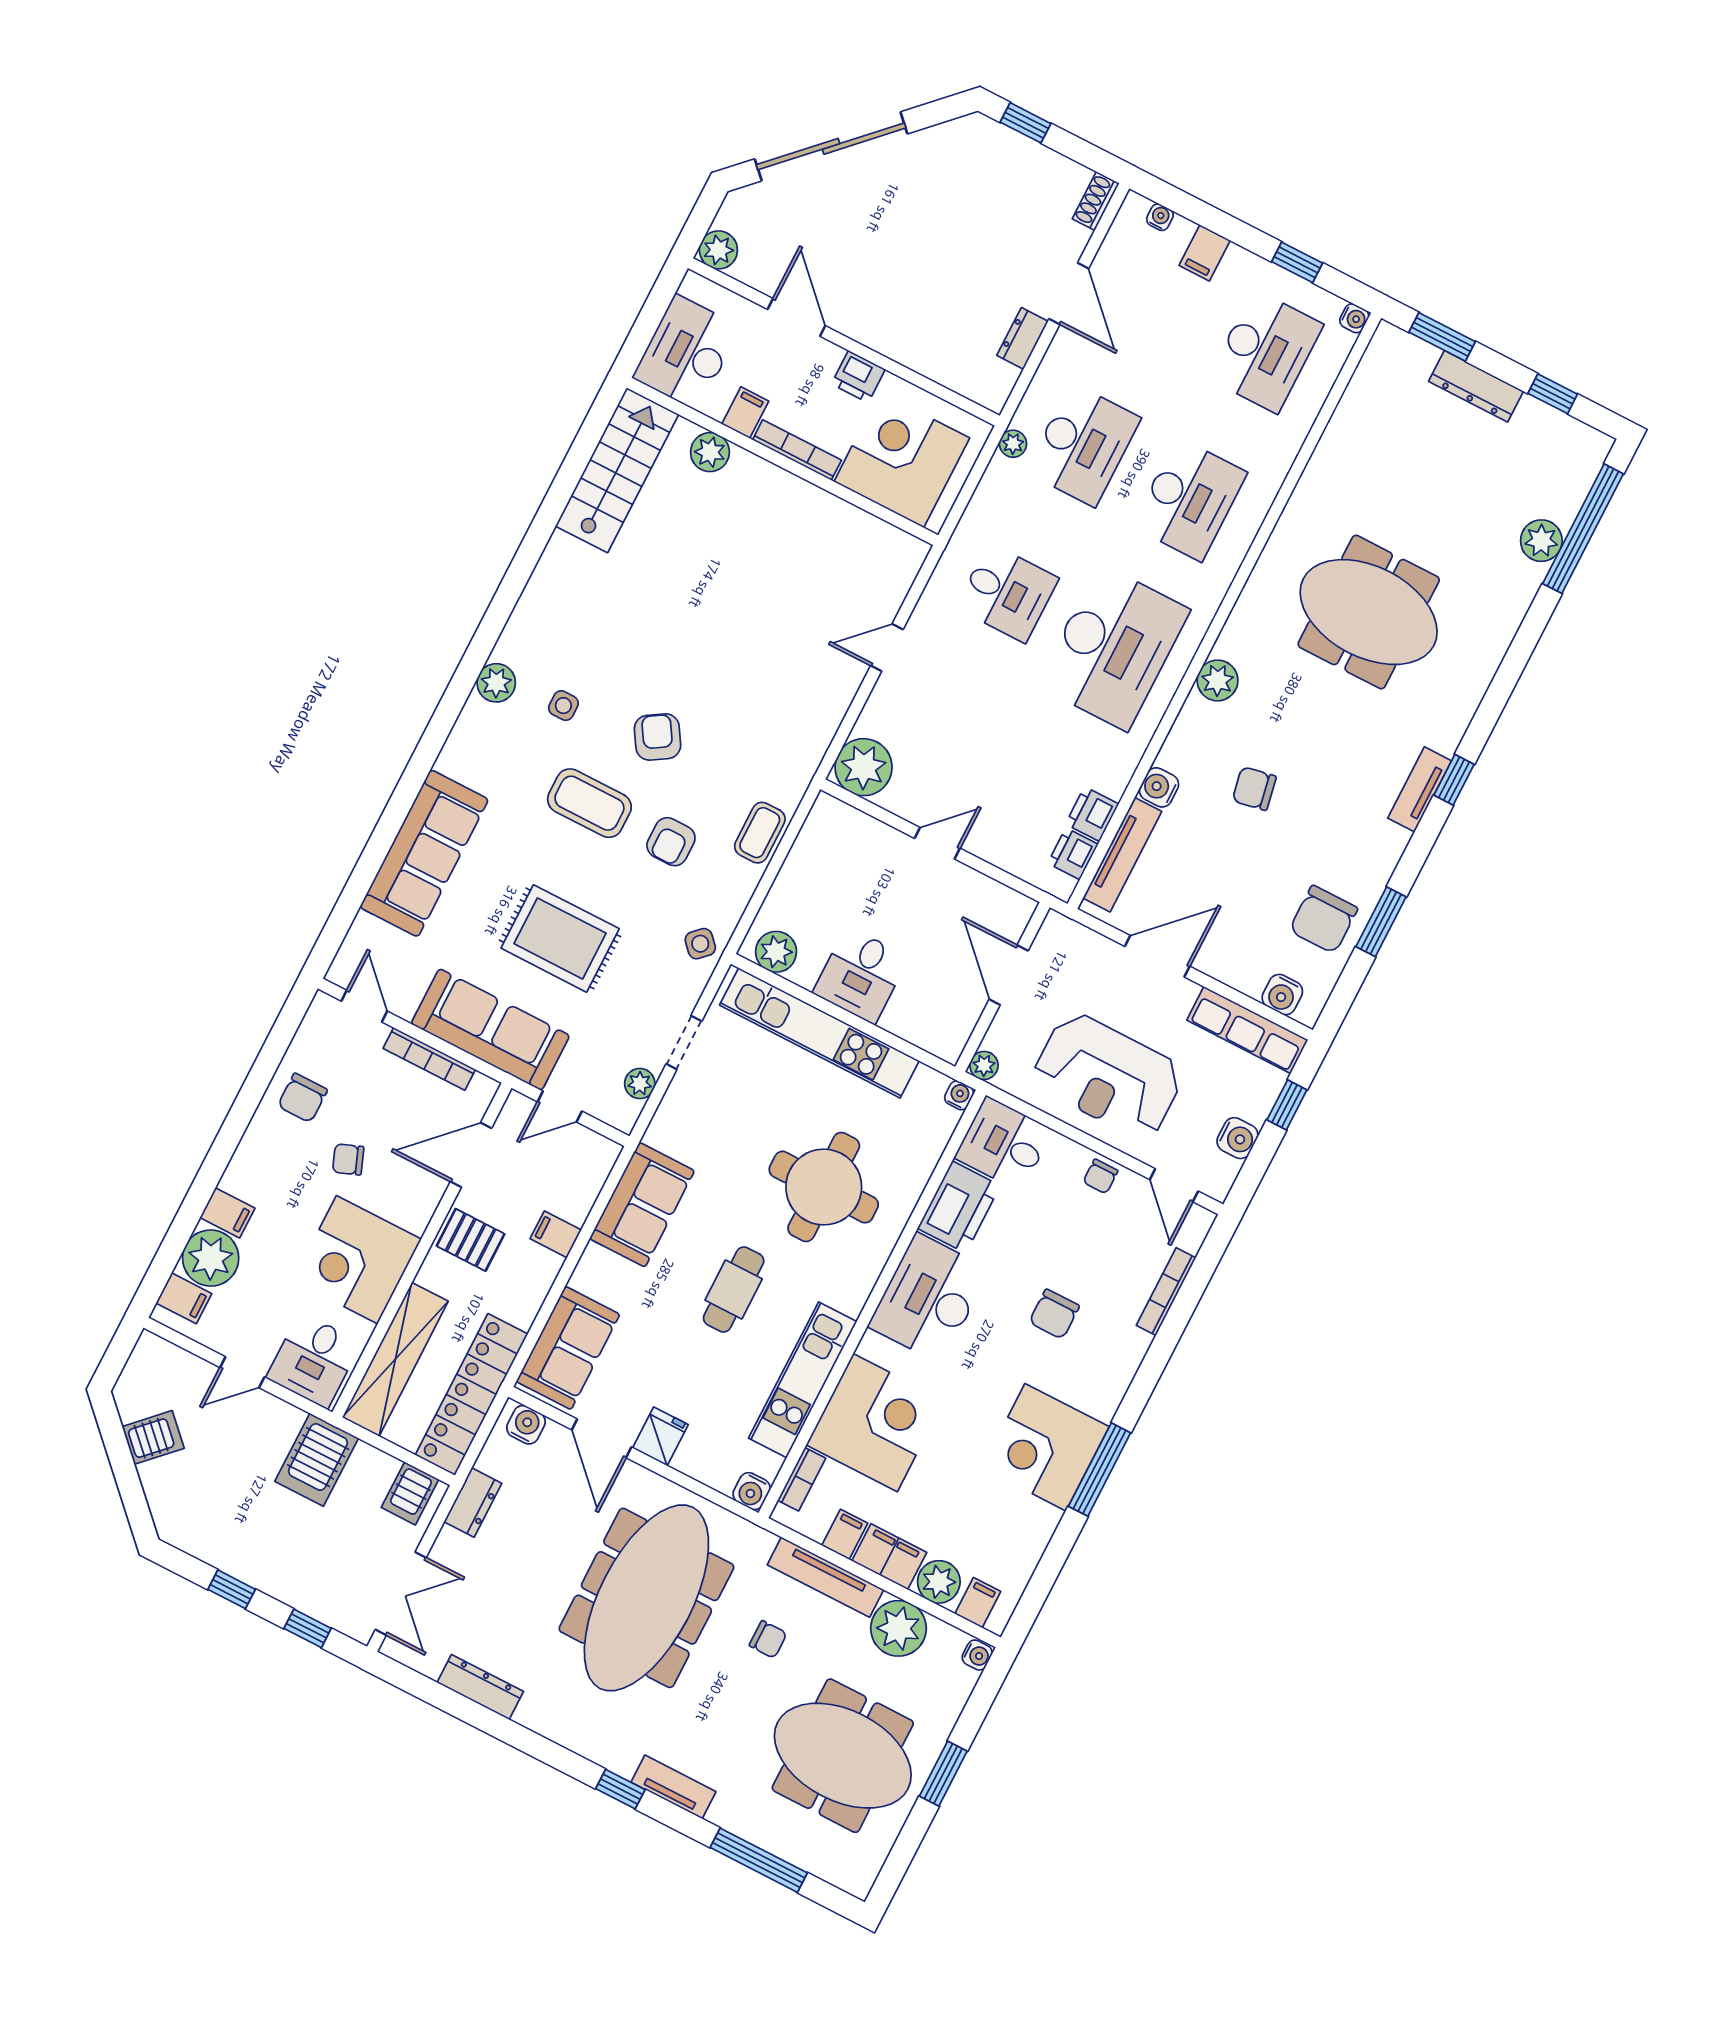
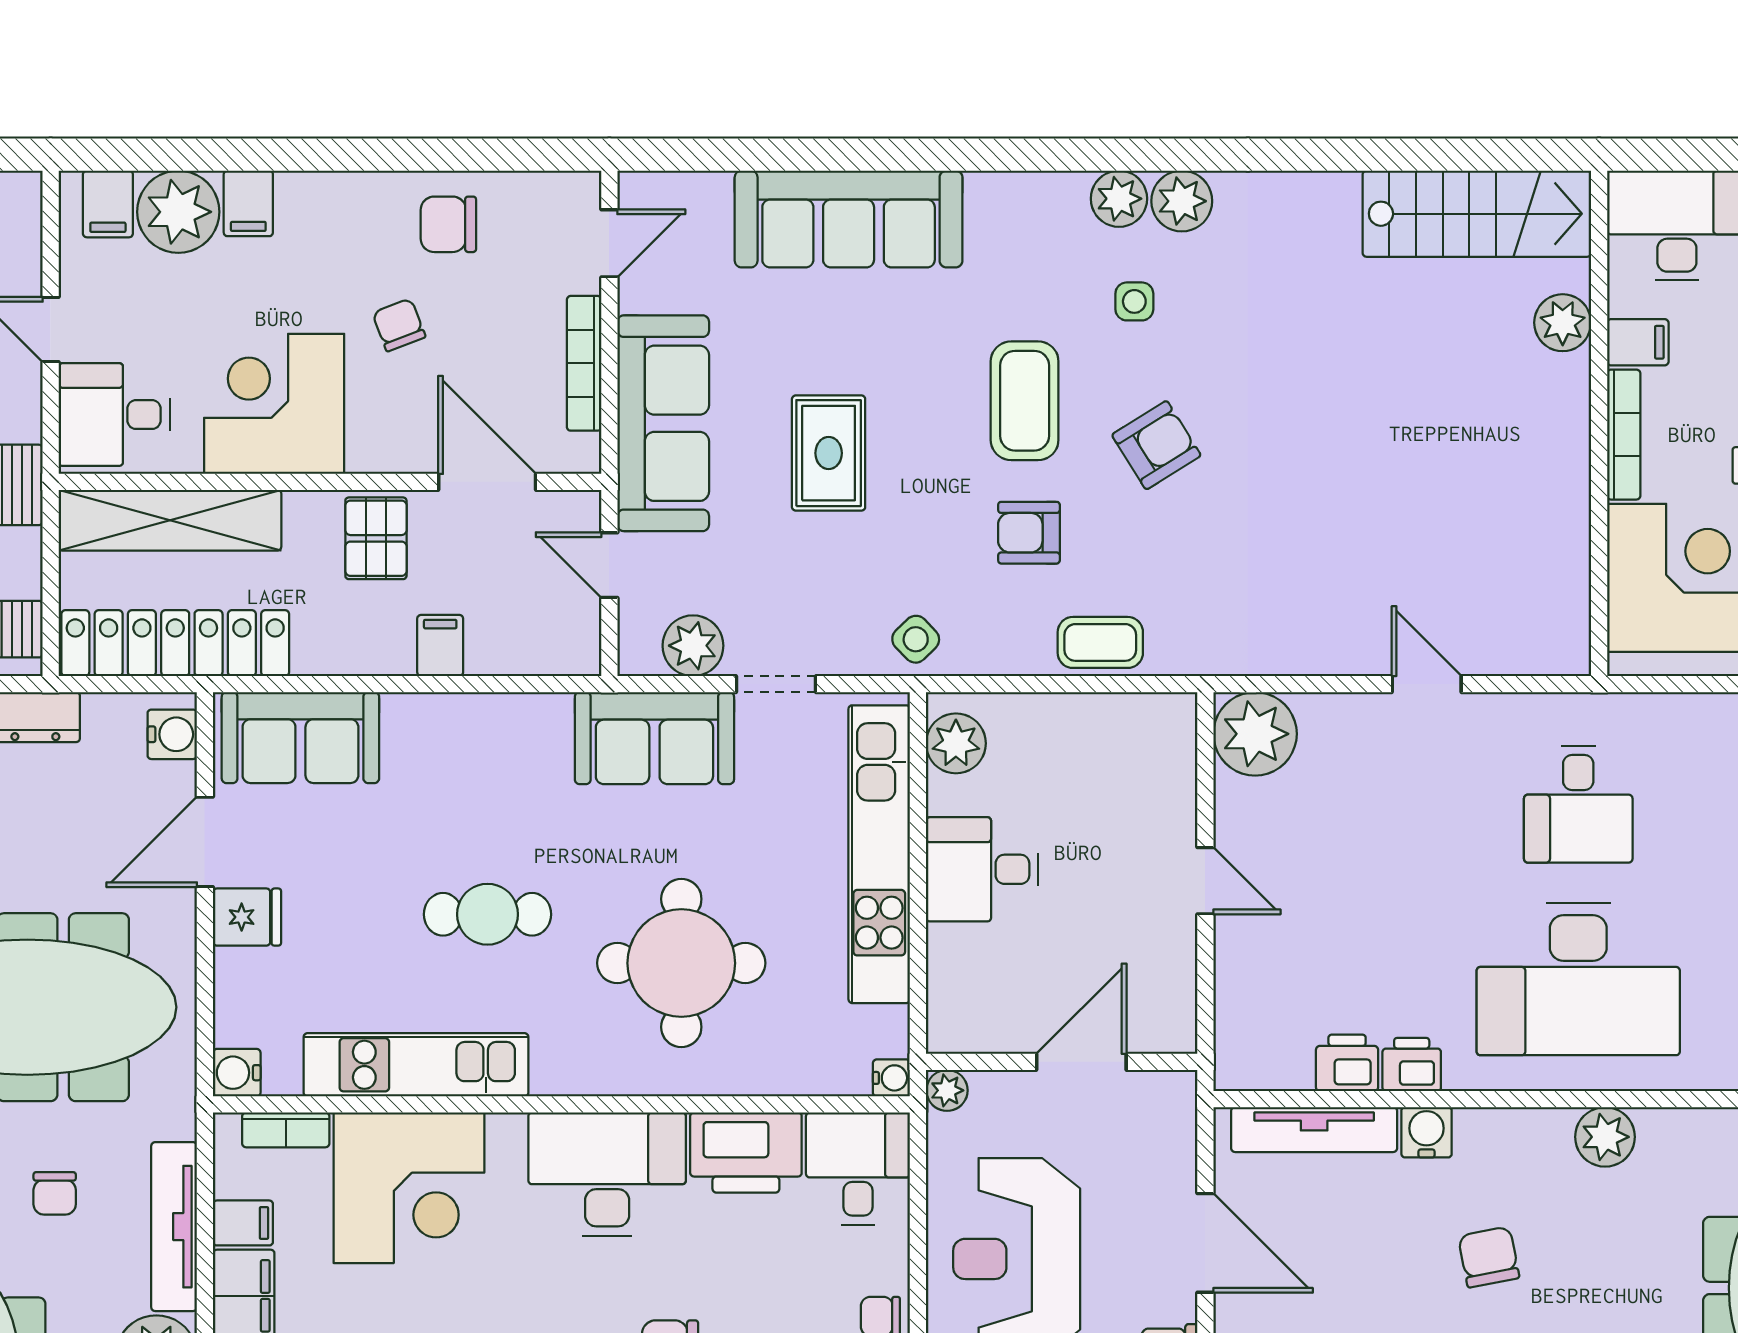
plant: (517, 645) -> (1182, 201), added
printer: (1073, 854) -> (1412, 1064), moved
rug: (560, 938) -> (829, 453), width x0.73, depth x0.70
plant: (640, 1084) -> (693, 646), width x1.38, depth x1.38
sofa: (642, 1205) -> (654, 738), moved

